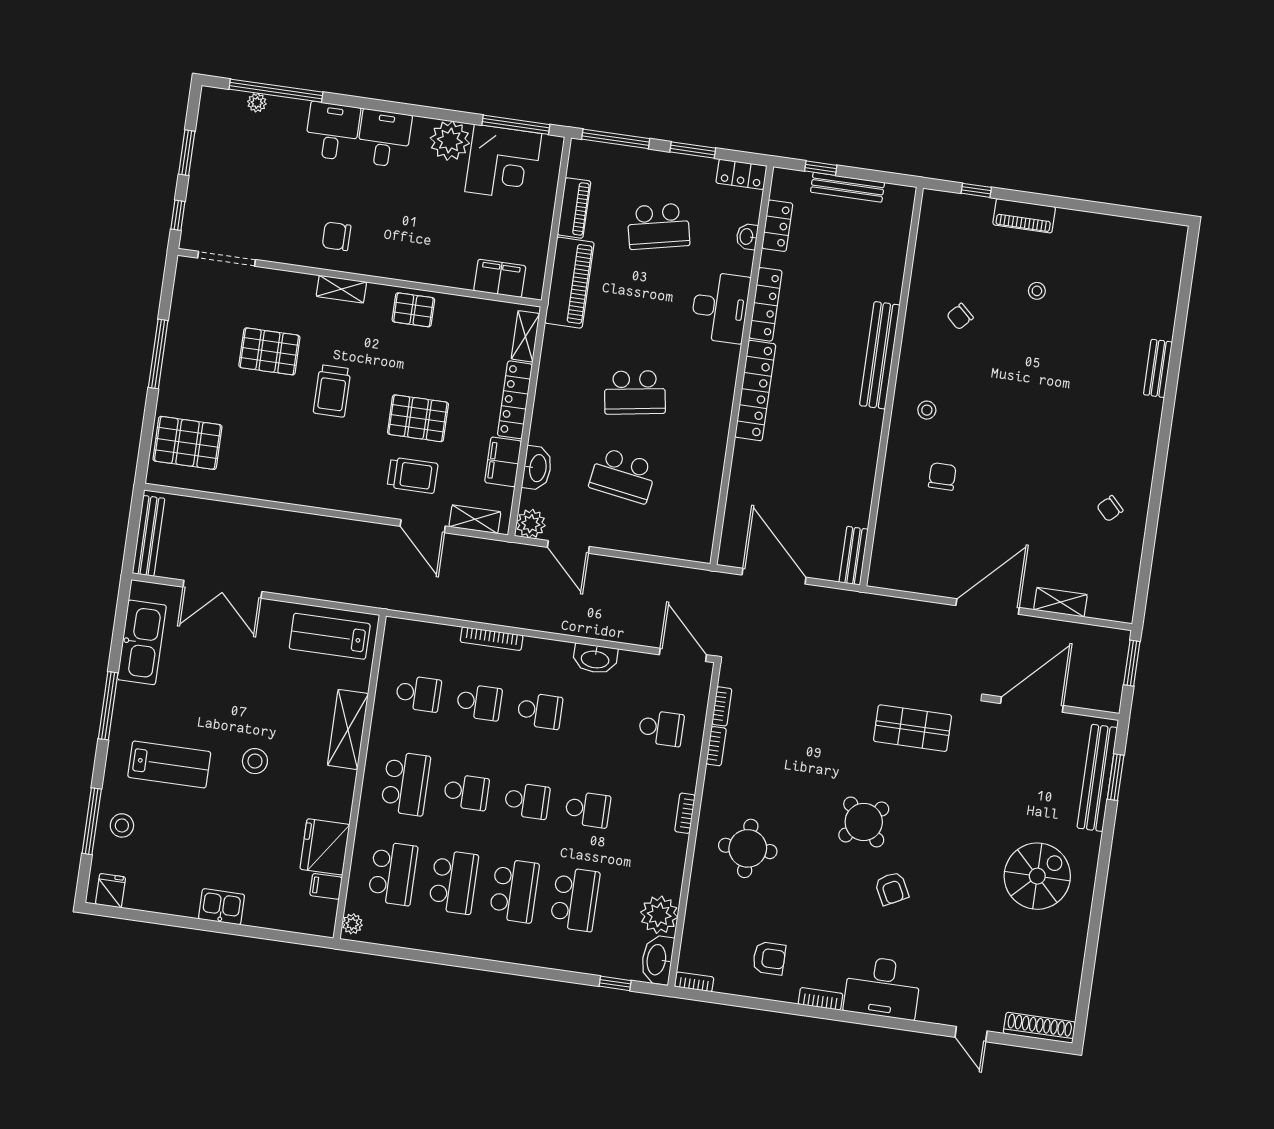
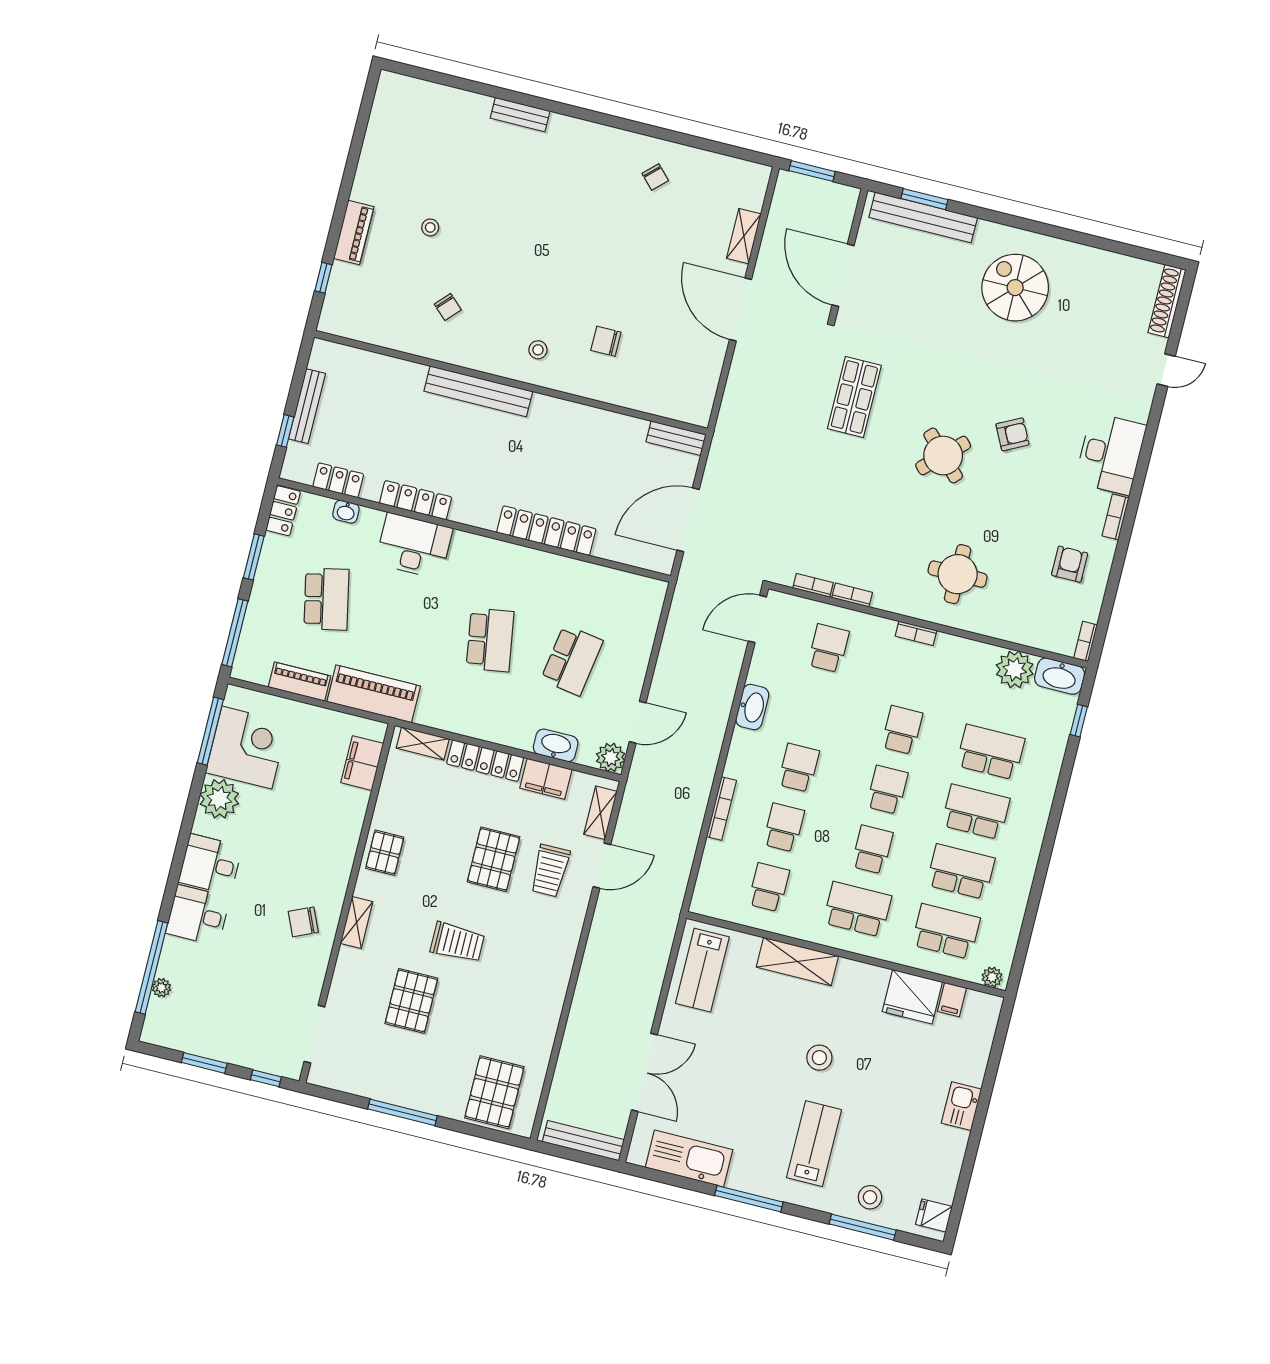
chair: (337, 236) -> (303, 922), turned 66
locker: (755, 391) -> (546, 531), moved
trolley: (413, 475) -> (550, 871), turned 180

